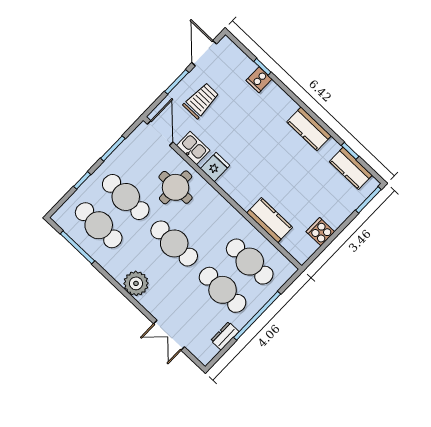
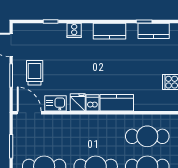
cooker: (259, 80) -> (74, 30), moved
dishwasher: (228, 181) -> (93, 103), added
round table: (176, 187) -> (67, 135), removed
kitchen counter: (269, 220) -> (117, 103), moved

